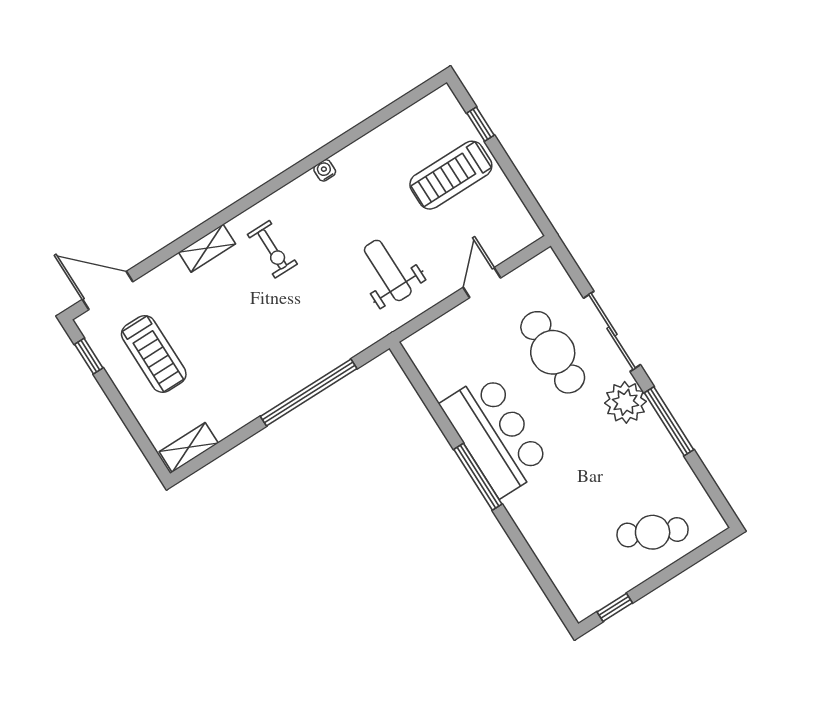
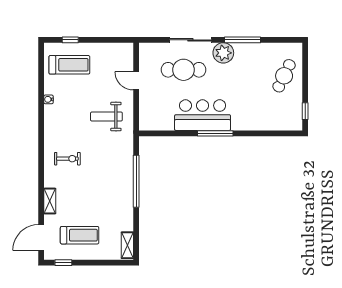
water cooler: (325, 170) -> (49, 99), moved
treadmill: (451, 175) -> (69, 65), moved, turned -90
shelving: (207, 248) -> (50, 201), moved

